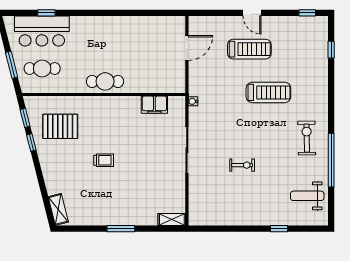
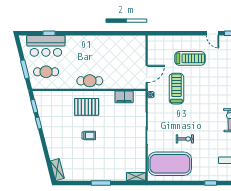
door: (252, 13) -> (213, 33), moved
door: (187, 48) -> (147, 74), moved
treadmill: (268, 92) -> (176, 89), moved, turned -90
pallet: (60, 126) -> (87, 107), moved
exercise mat: (220, 201) -> (170, 164), added

